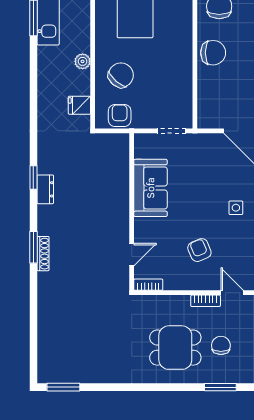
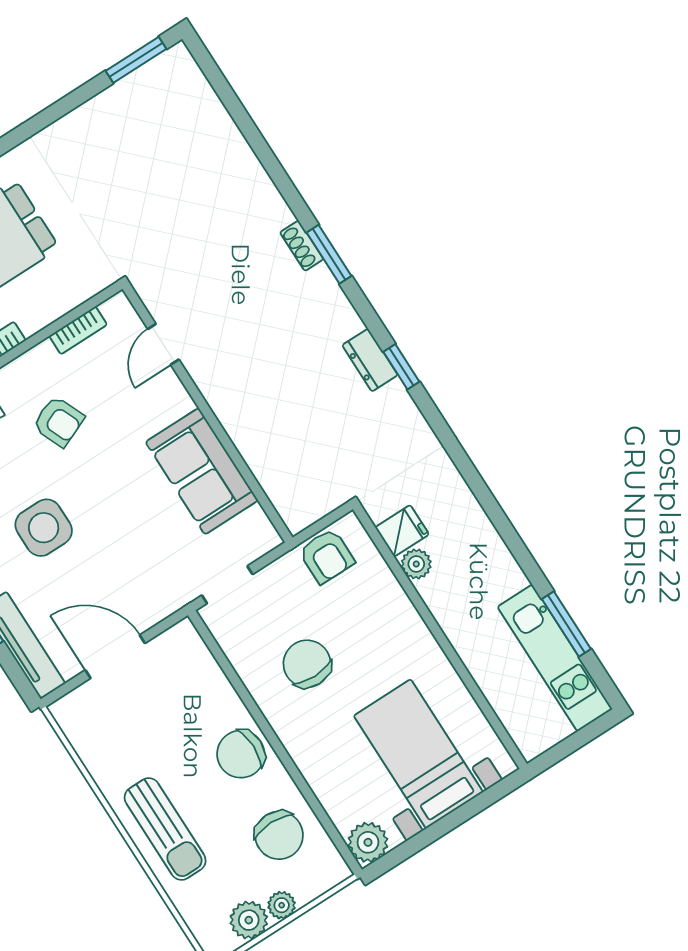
plant: (83, 61) -> (416, 564), moved
chair: (121, 75) -> (307, 664), moved, turned 139
side table: (236, 208) -> (44, 528), width x1.87, depth x1.87
shoe rack: (43, 254) -> (302, 246), width x0.70
bookcase: (148, 285) -> (78, 330), moved

